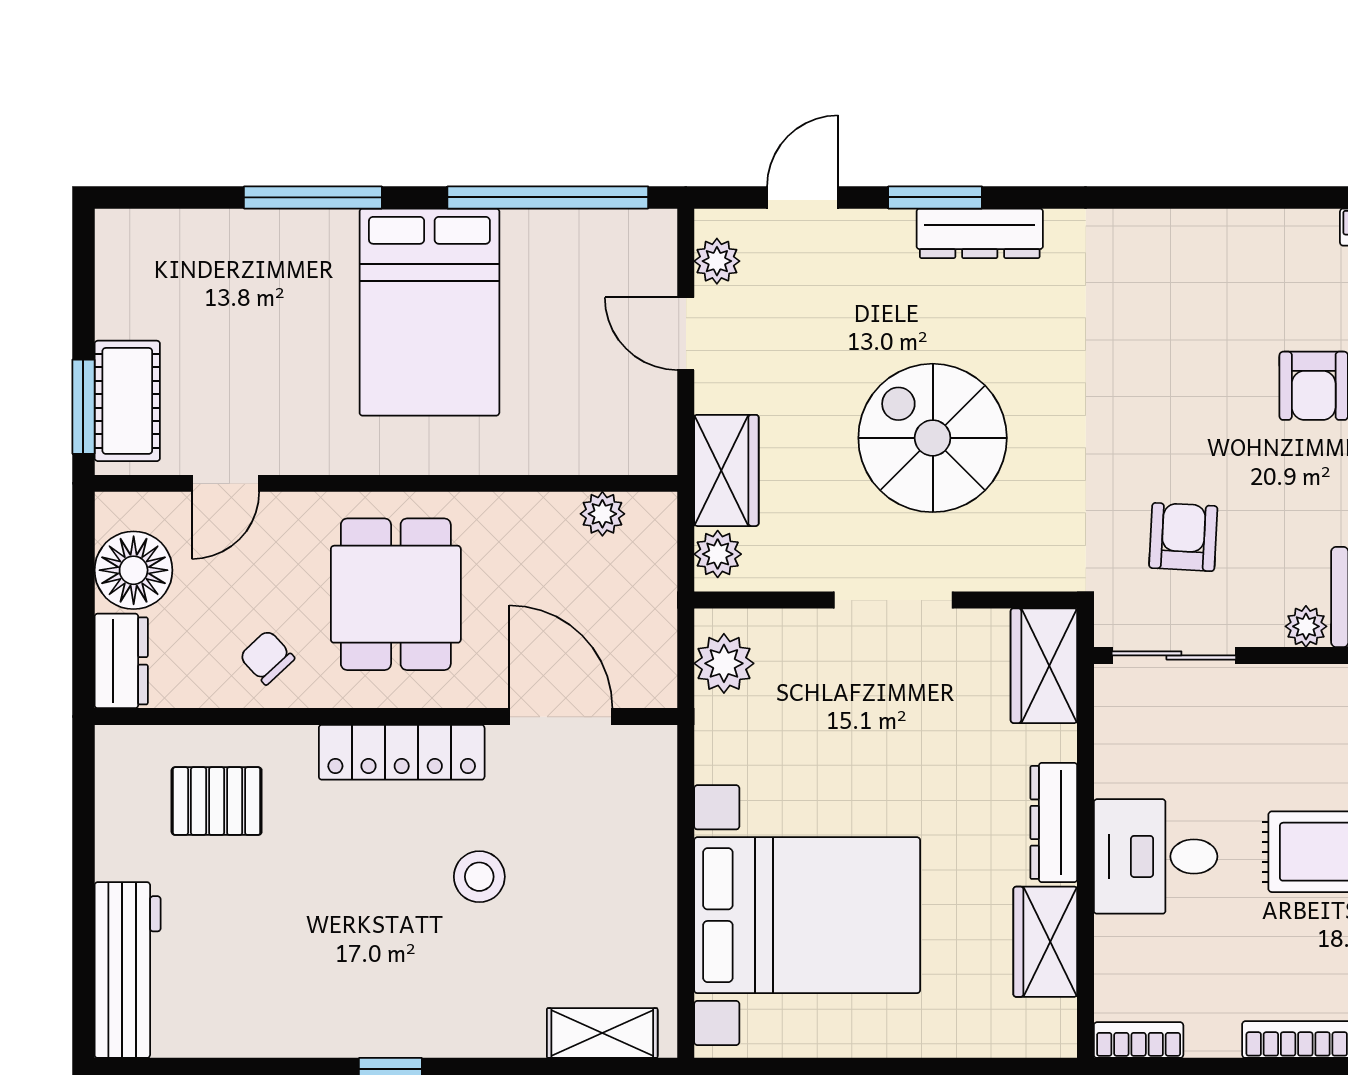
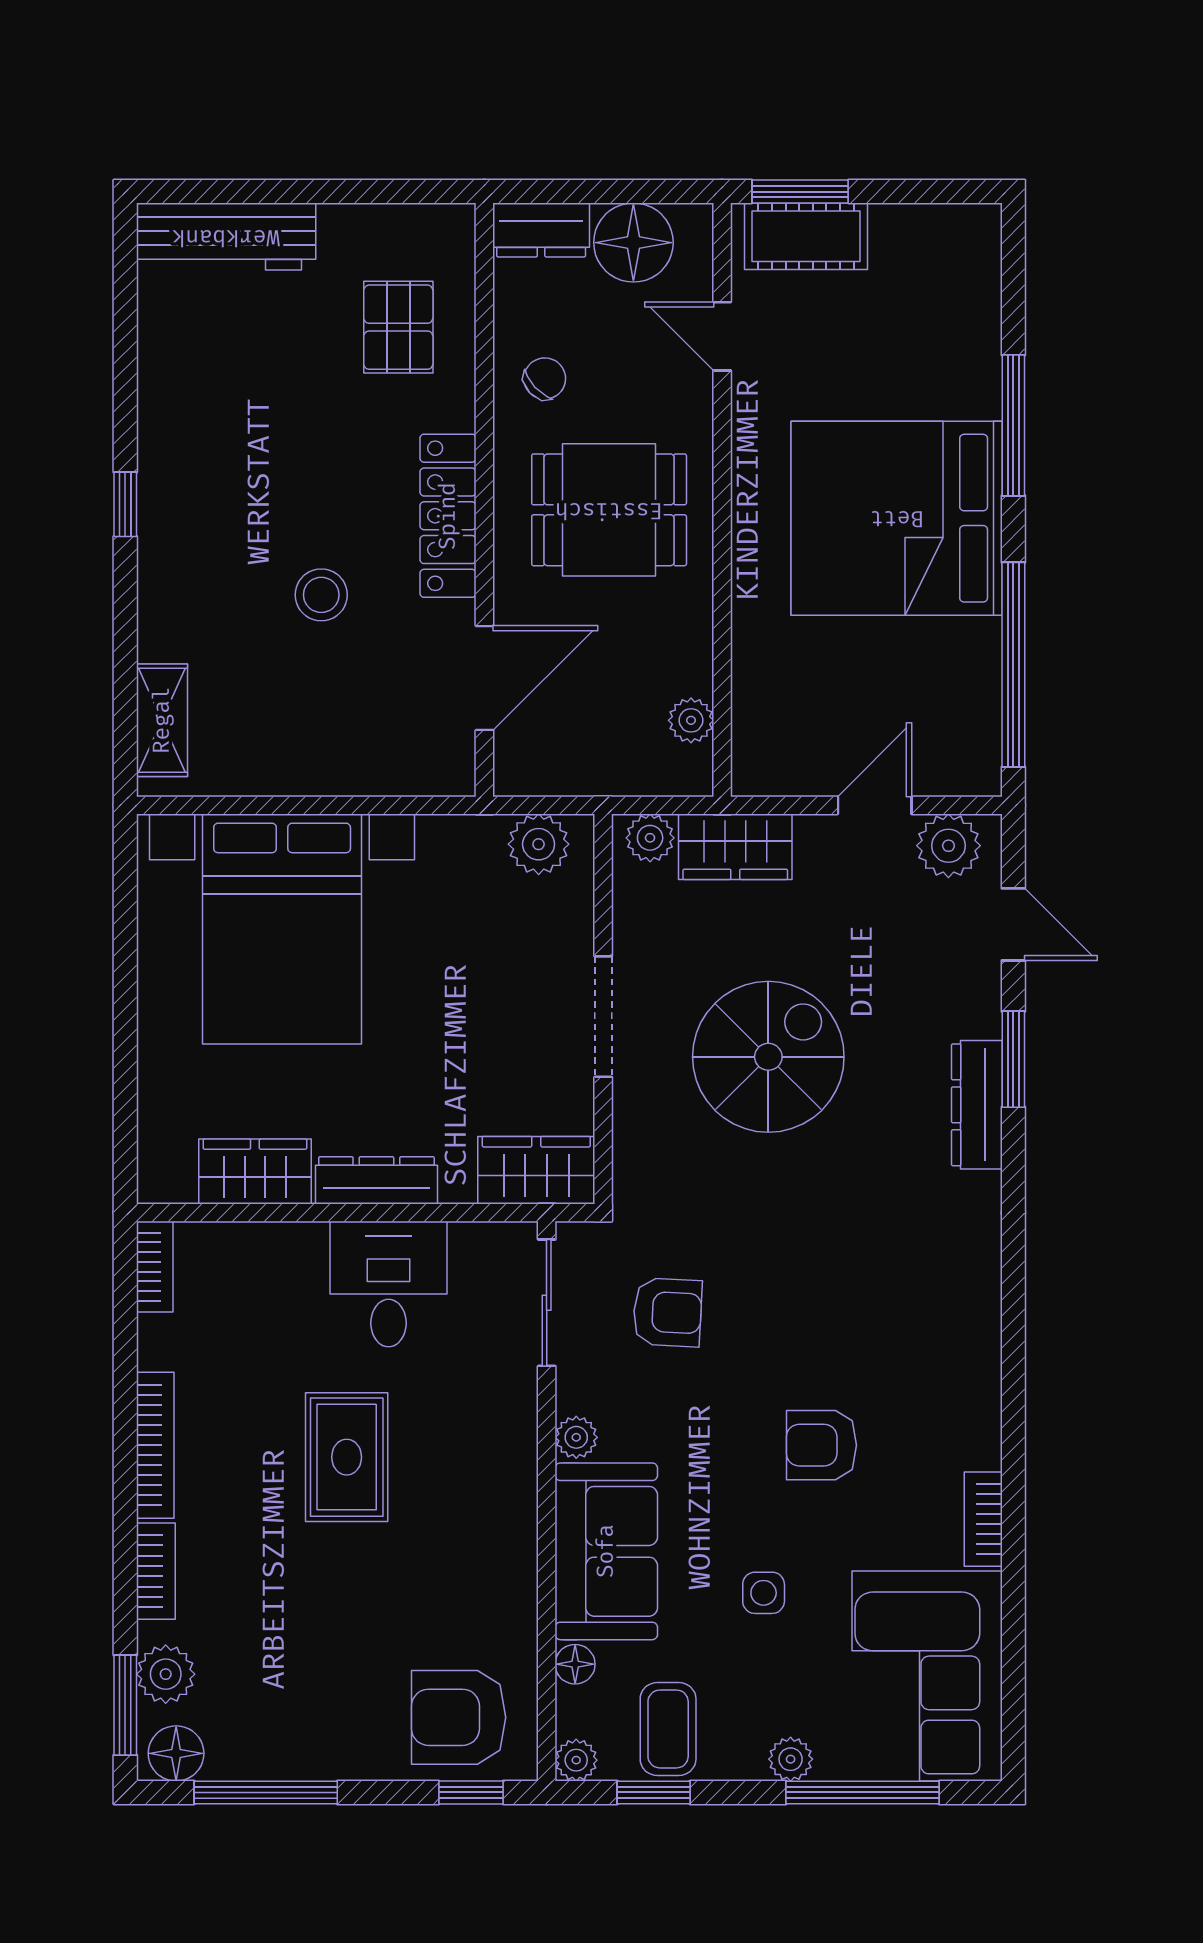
plant: (717, 261) -> (948, 846), width x1.38, depth x1.38
bed: (429, 312) -> (897, 518), width x1.36
desk: (1156, 856) -> (388, 1284), moved

